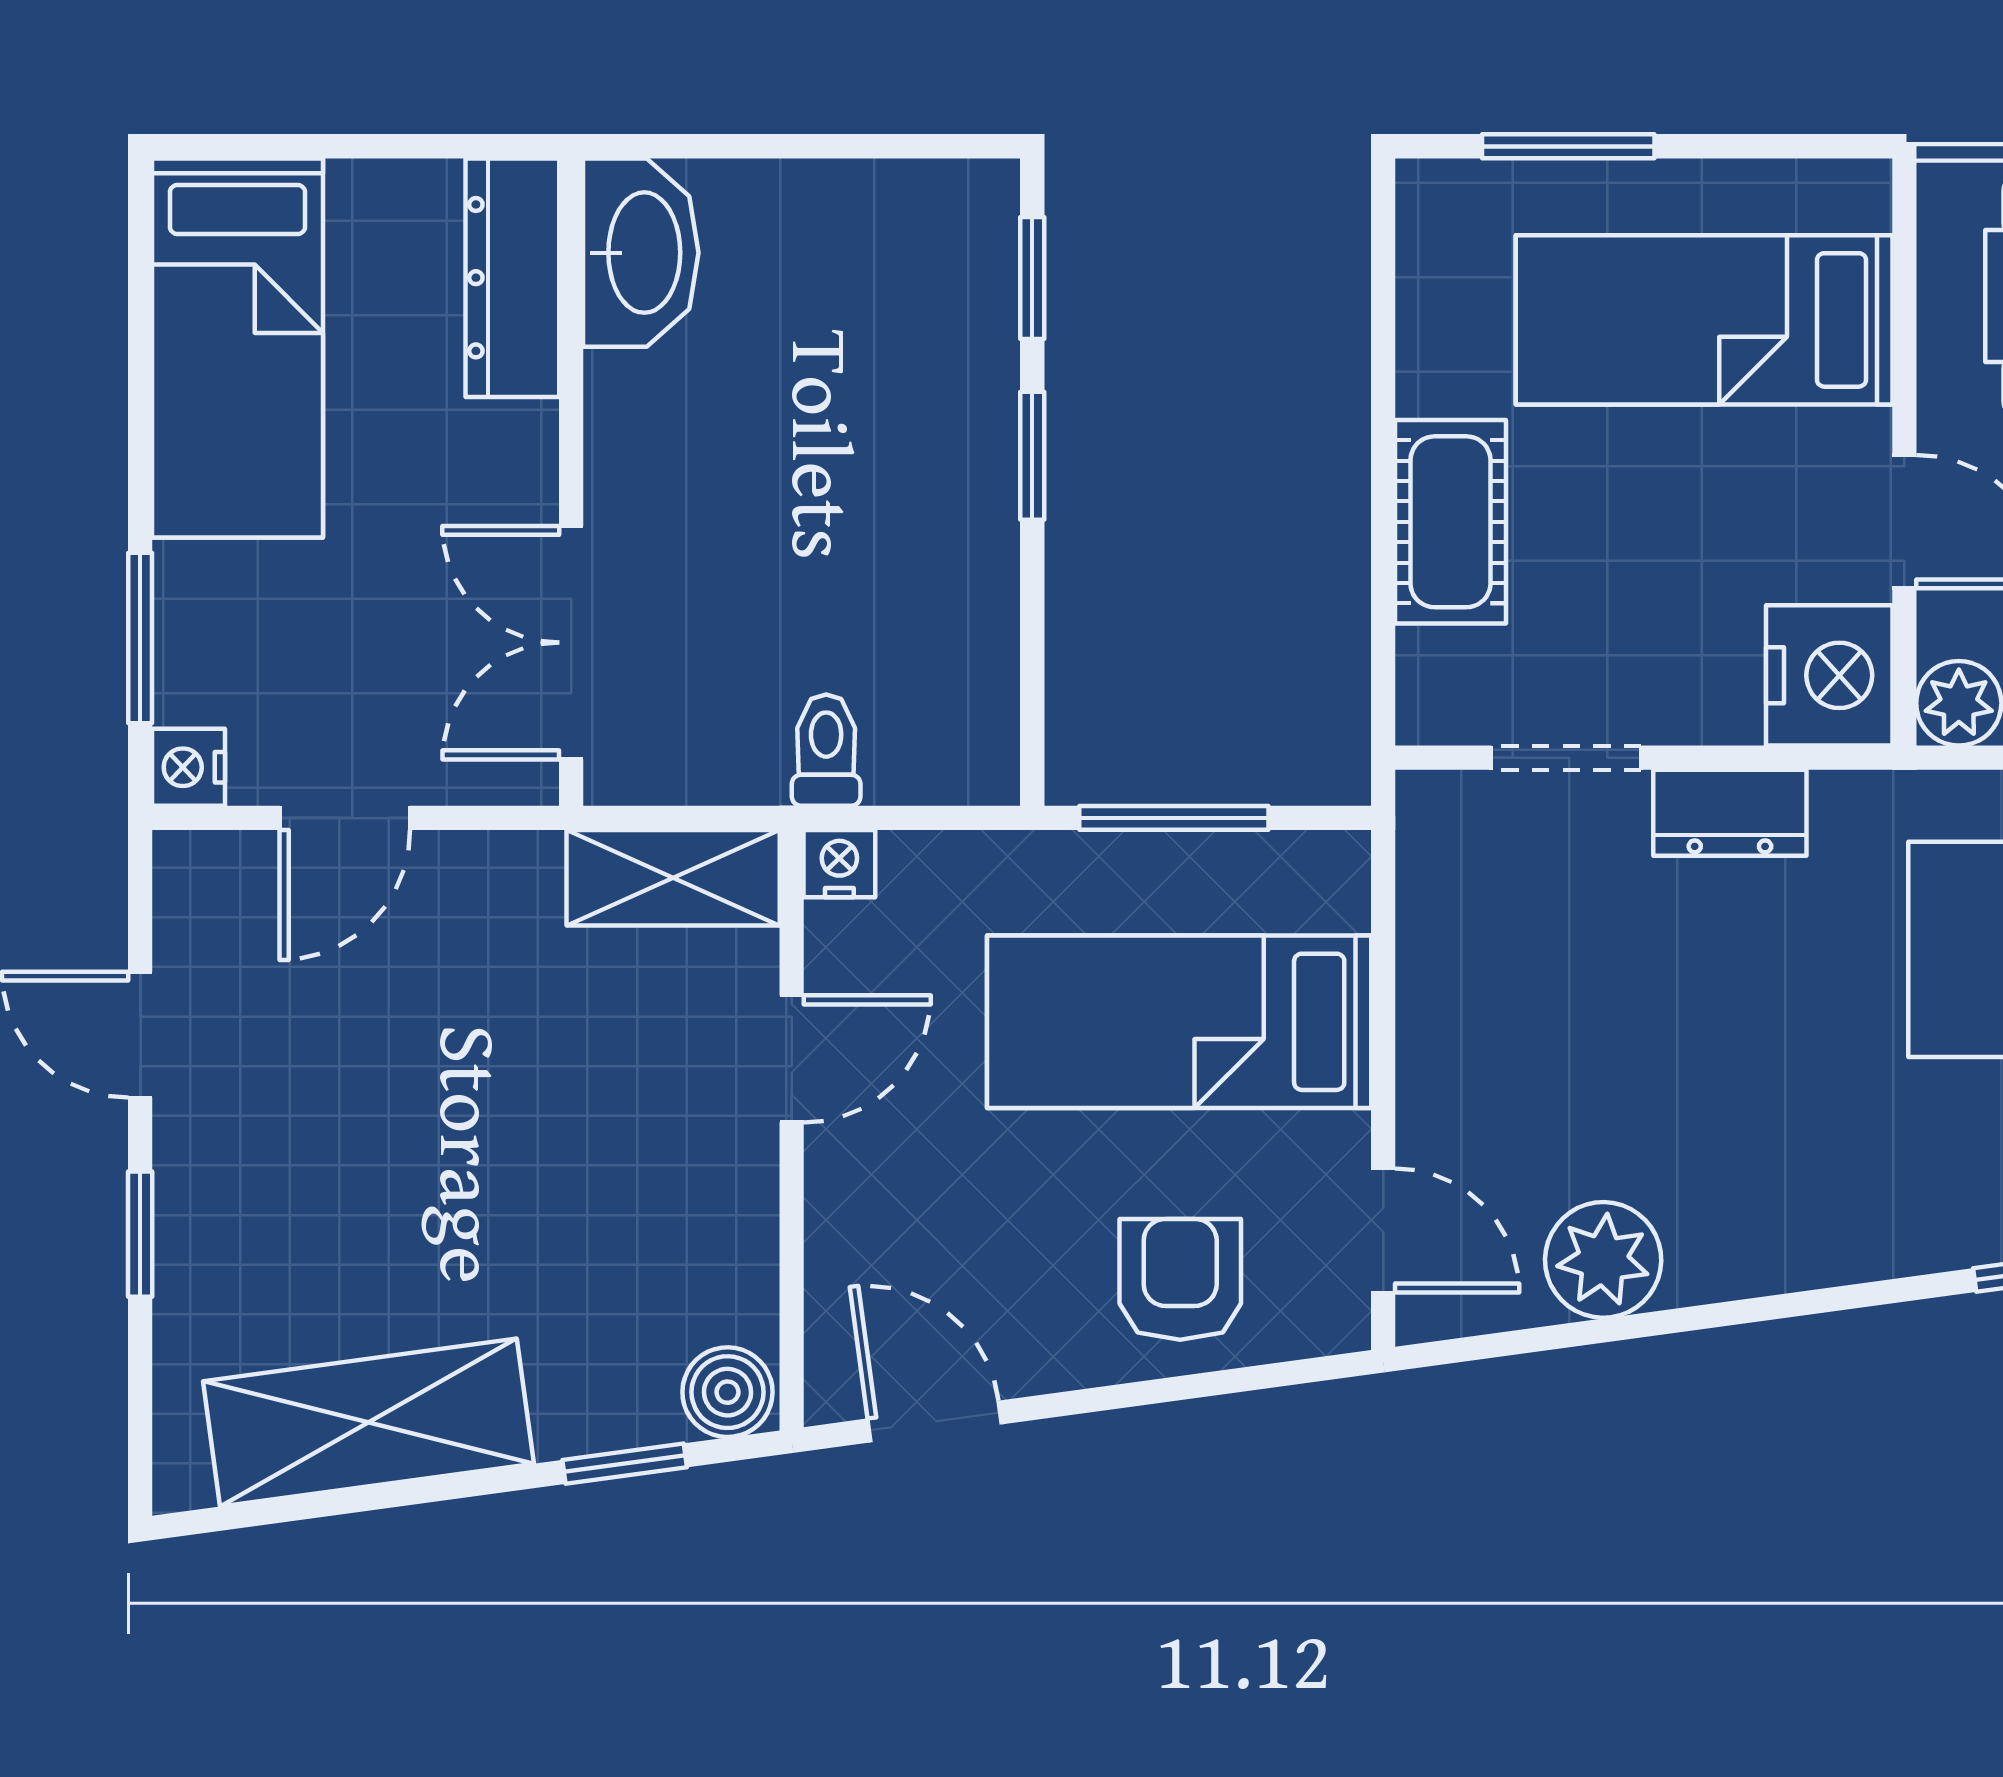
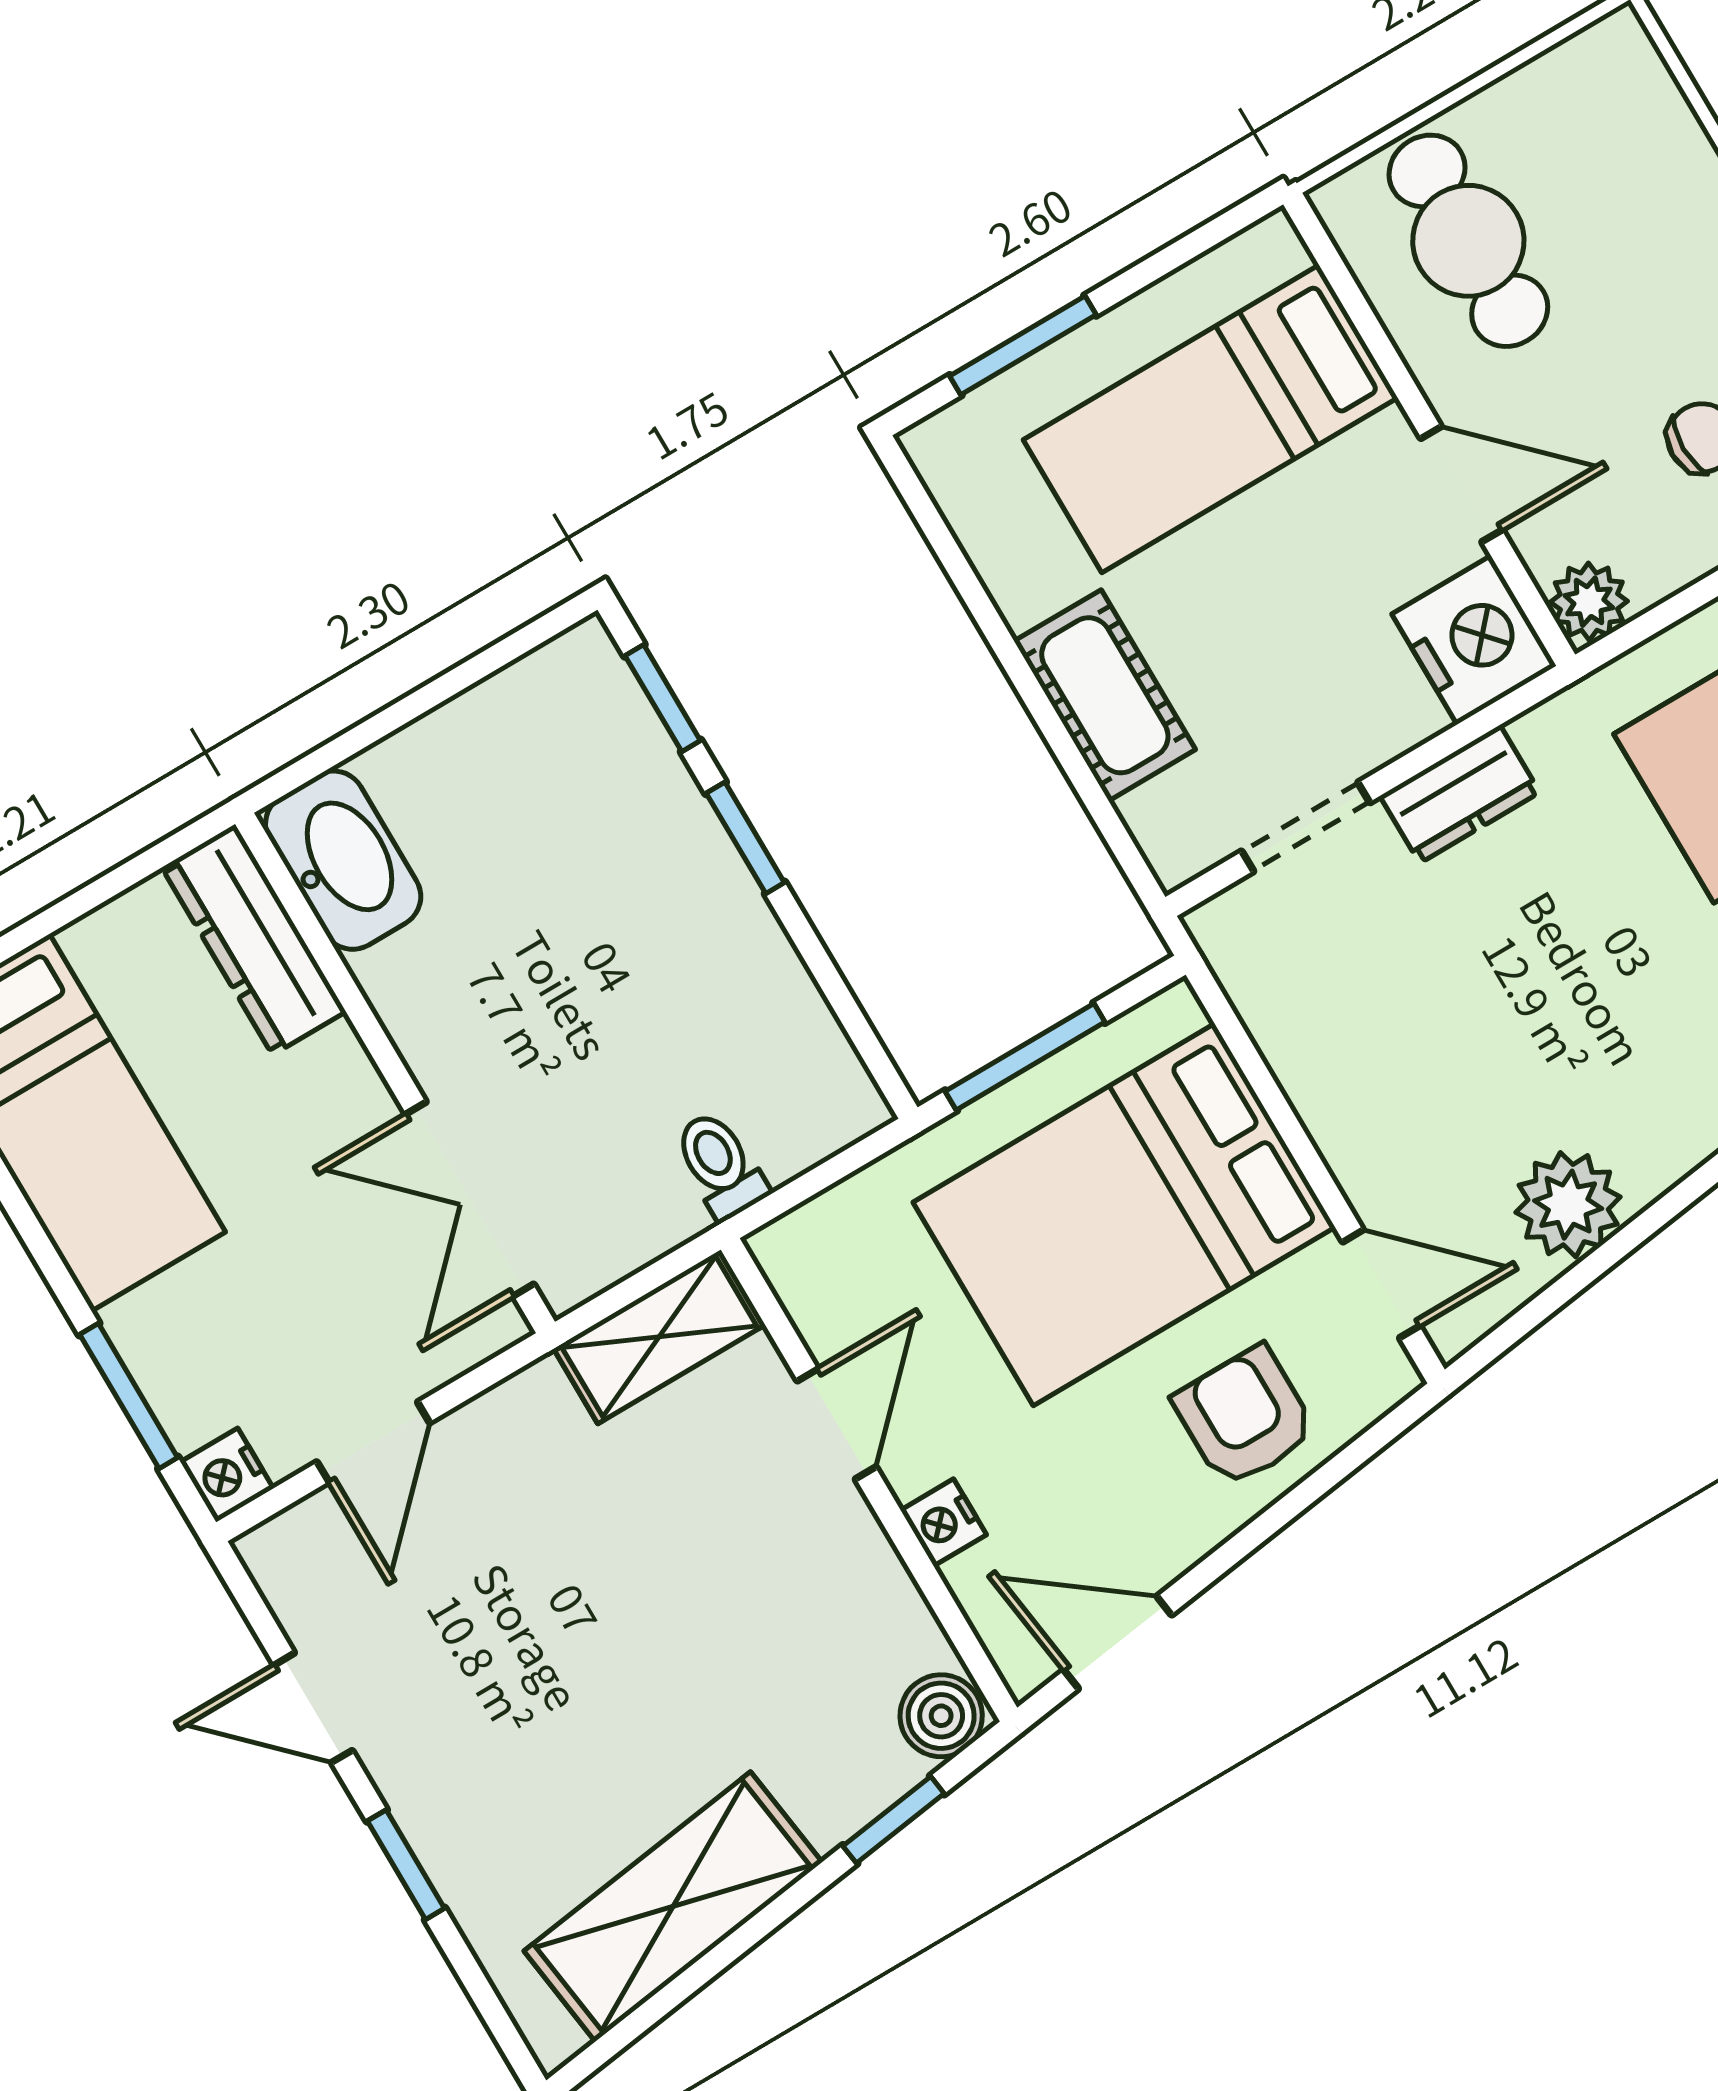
nightstand: (839, 864) -> (943, 1522), moved, turned -90
bed: (1179, 1022) -> (1124, 1215), width x1.50

